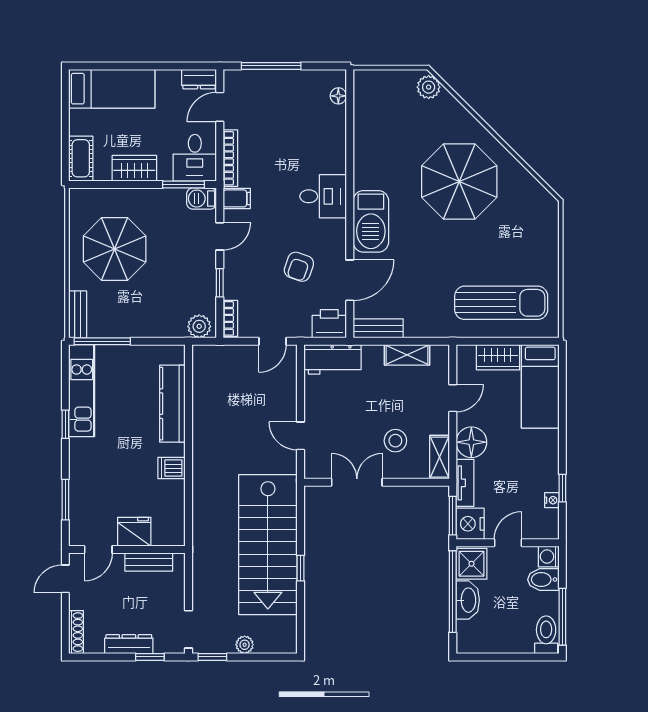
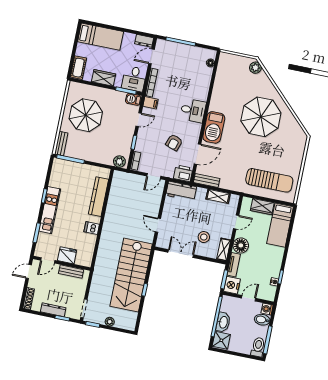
kitchen unit: (82, 391) -> (50, 210), moved
shower: (471, 564) -> (221, 340), moved

